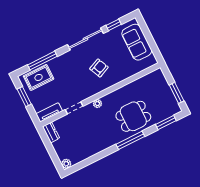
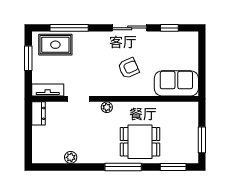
sliding door: (85, 39) -> (130, 28), width x0.73
sofa: (137, 42) -> (176, 83), moved, turned 90
plant: (66, 164) -> (71, 157), moved

